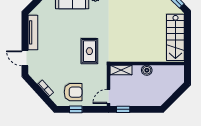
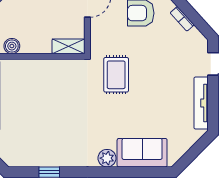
boiler: (147, 70) -> (12, 46), moved

